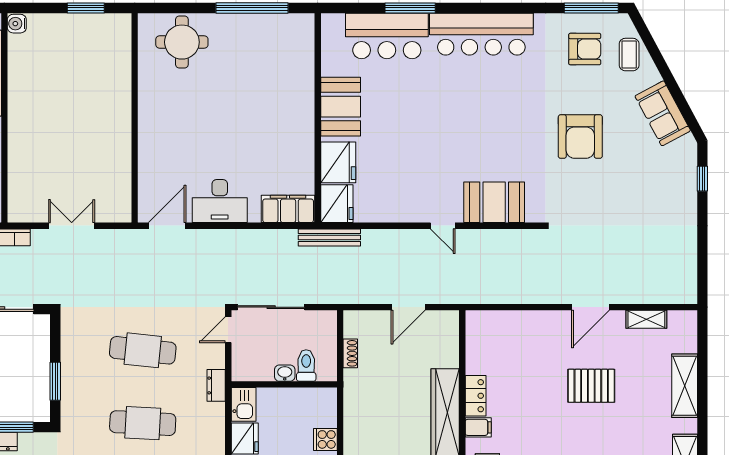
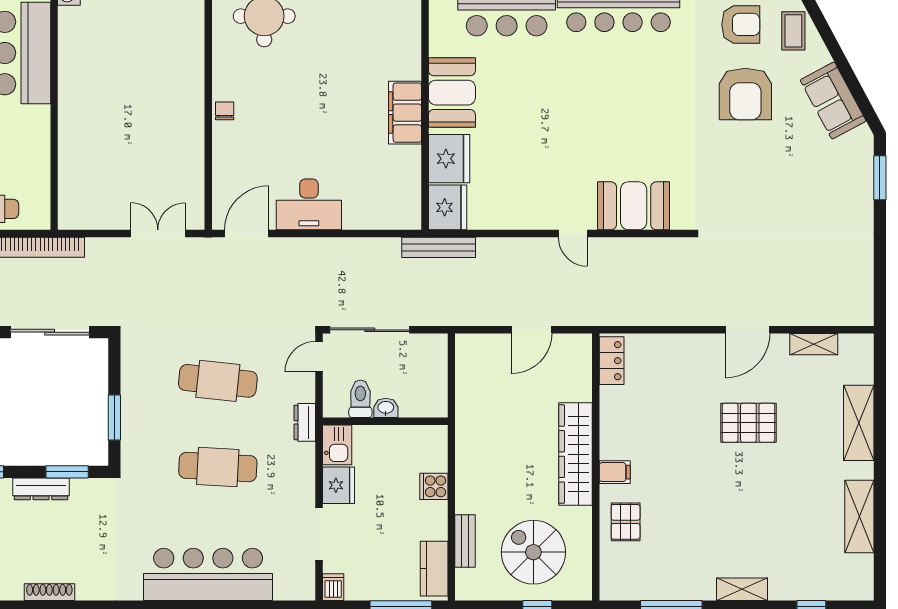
chair: (149, 122) -> (225, 111), added
armchair: (580, 137) -> (745, 94), moved
window: (702, 179) -> (880, 178), width x1.50
filing cabinet: (288, 209) -> (405, 113), moved, turned -90
double door: (72, 226) -> (158, 233), moved
shoe rack: (350, 353) -> (463, 384), removed
toilet: (306, 365) -> (360, 399), moved
locker: (476, 396) -> (612, 361), moved

